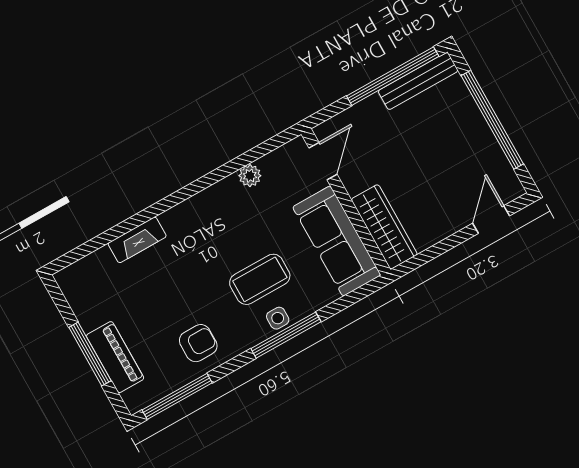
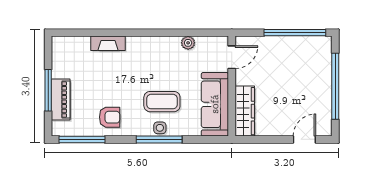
bench: (418, 81) -> (307, 43), removed

